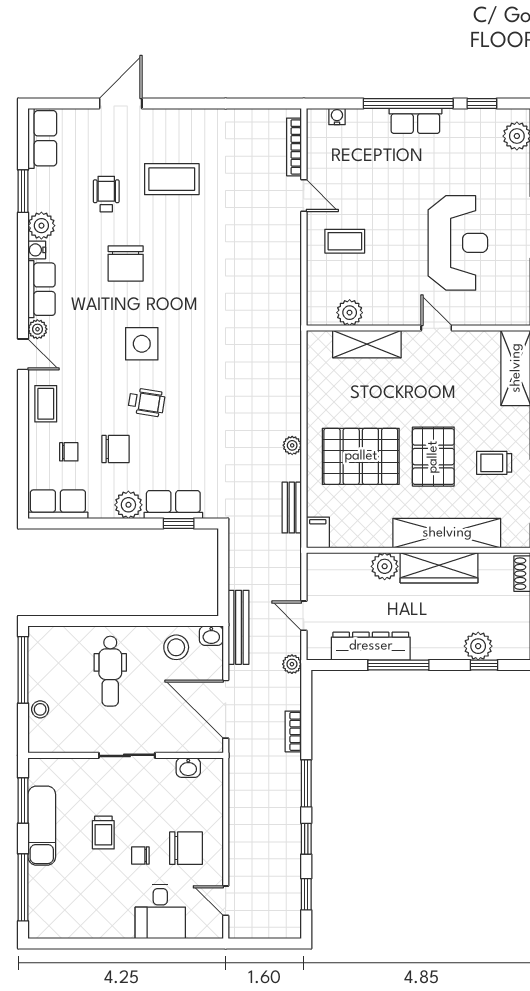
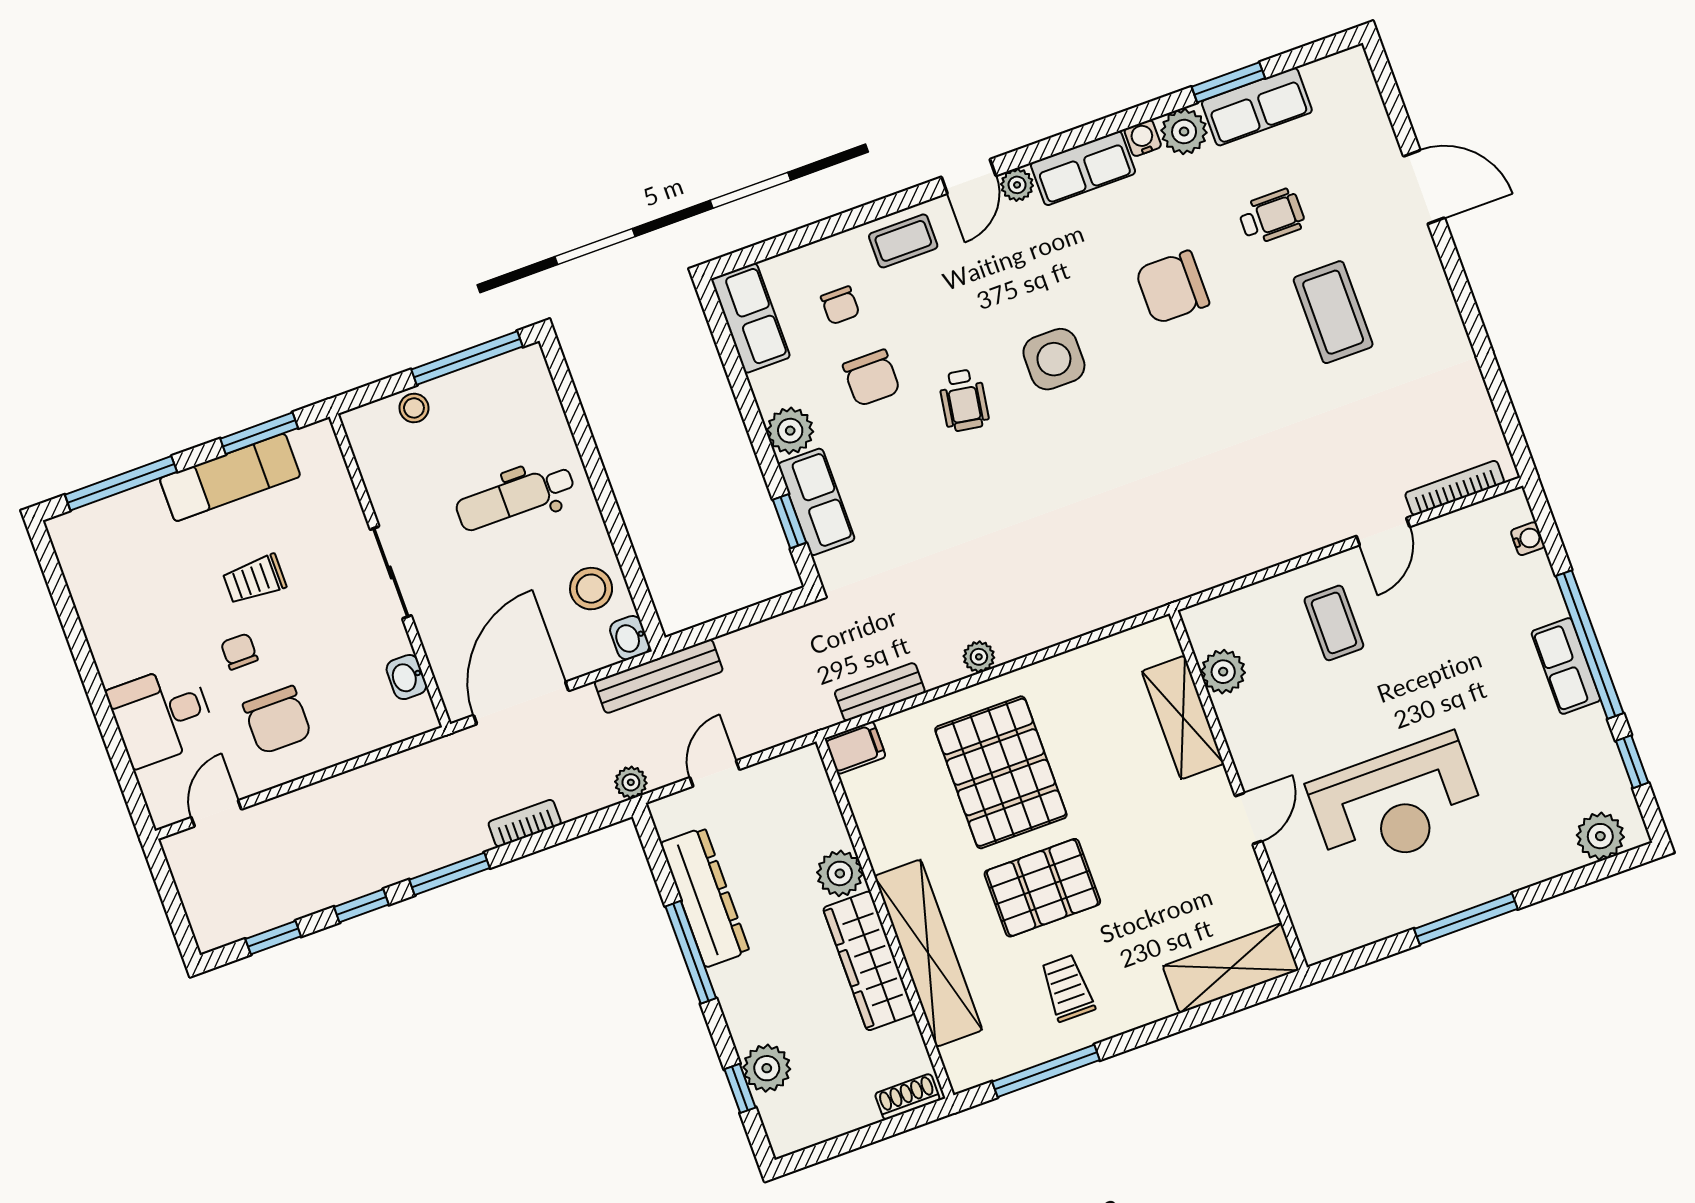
row of seats: (42, 138) -> (1257, 107), moved

